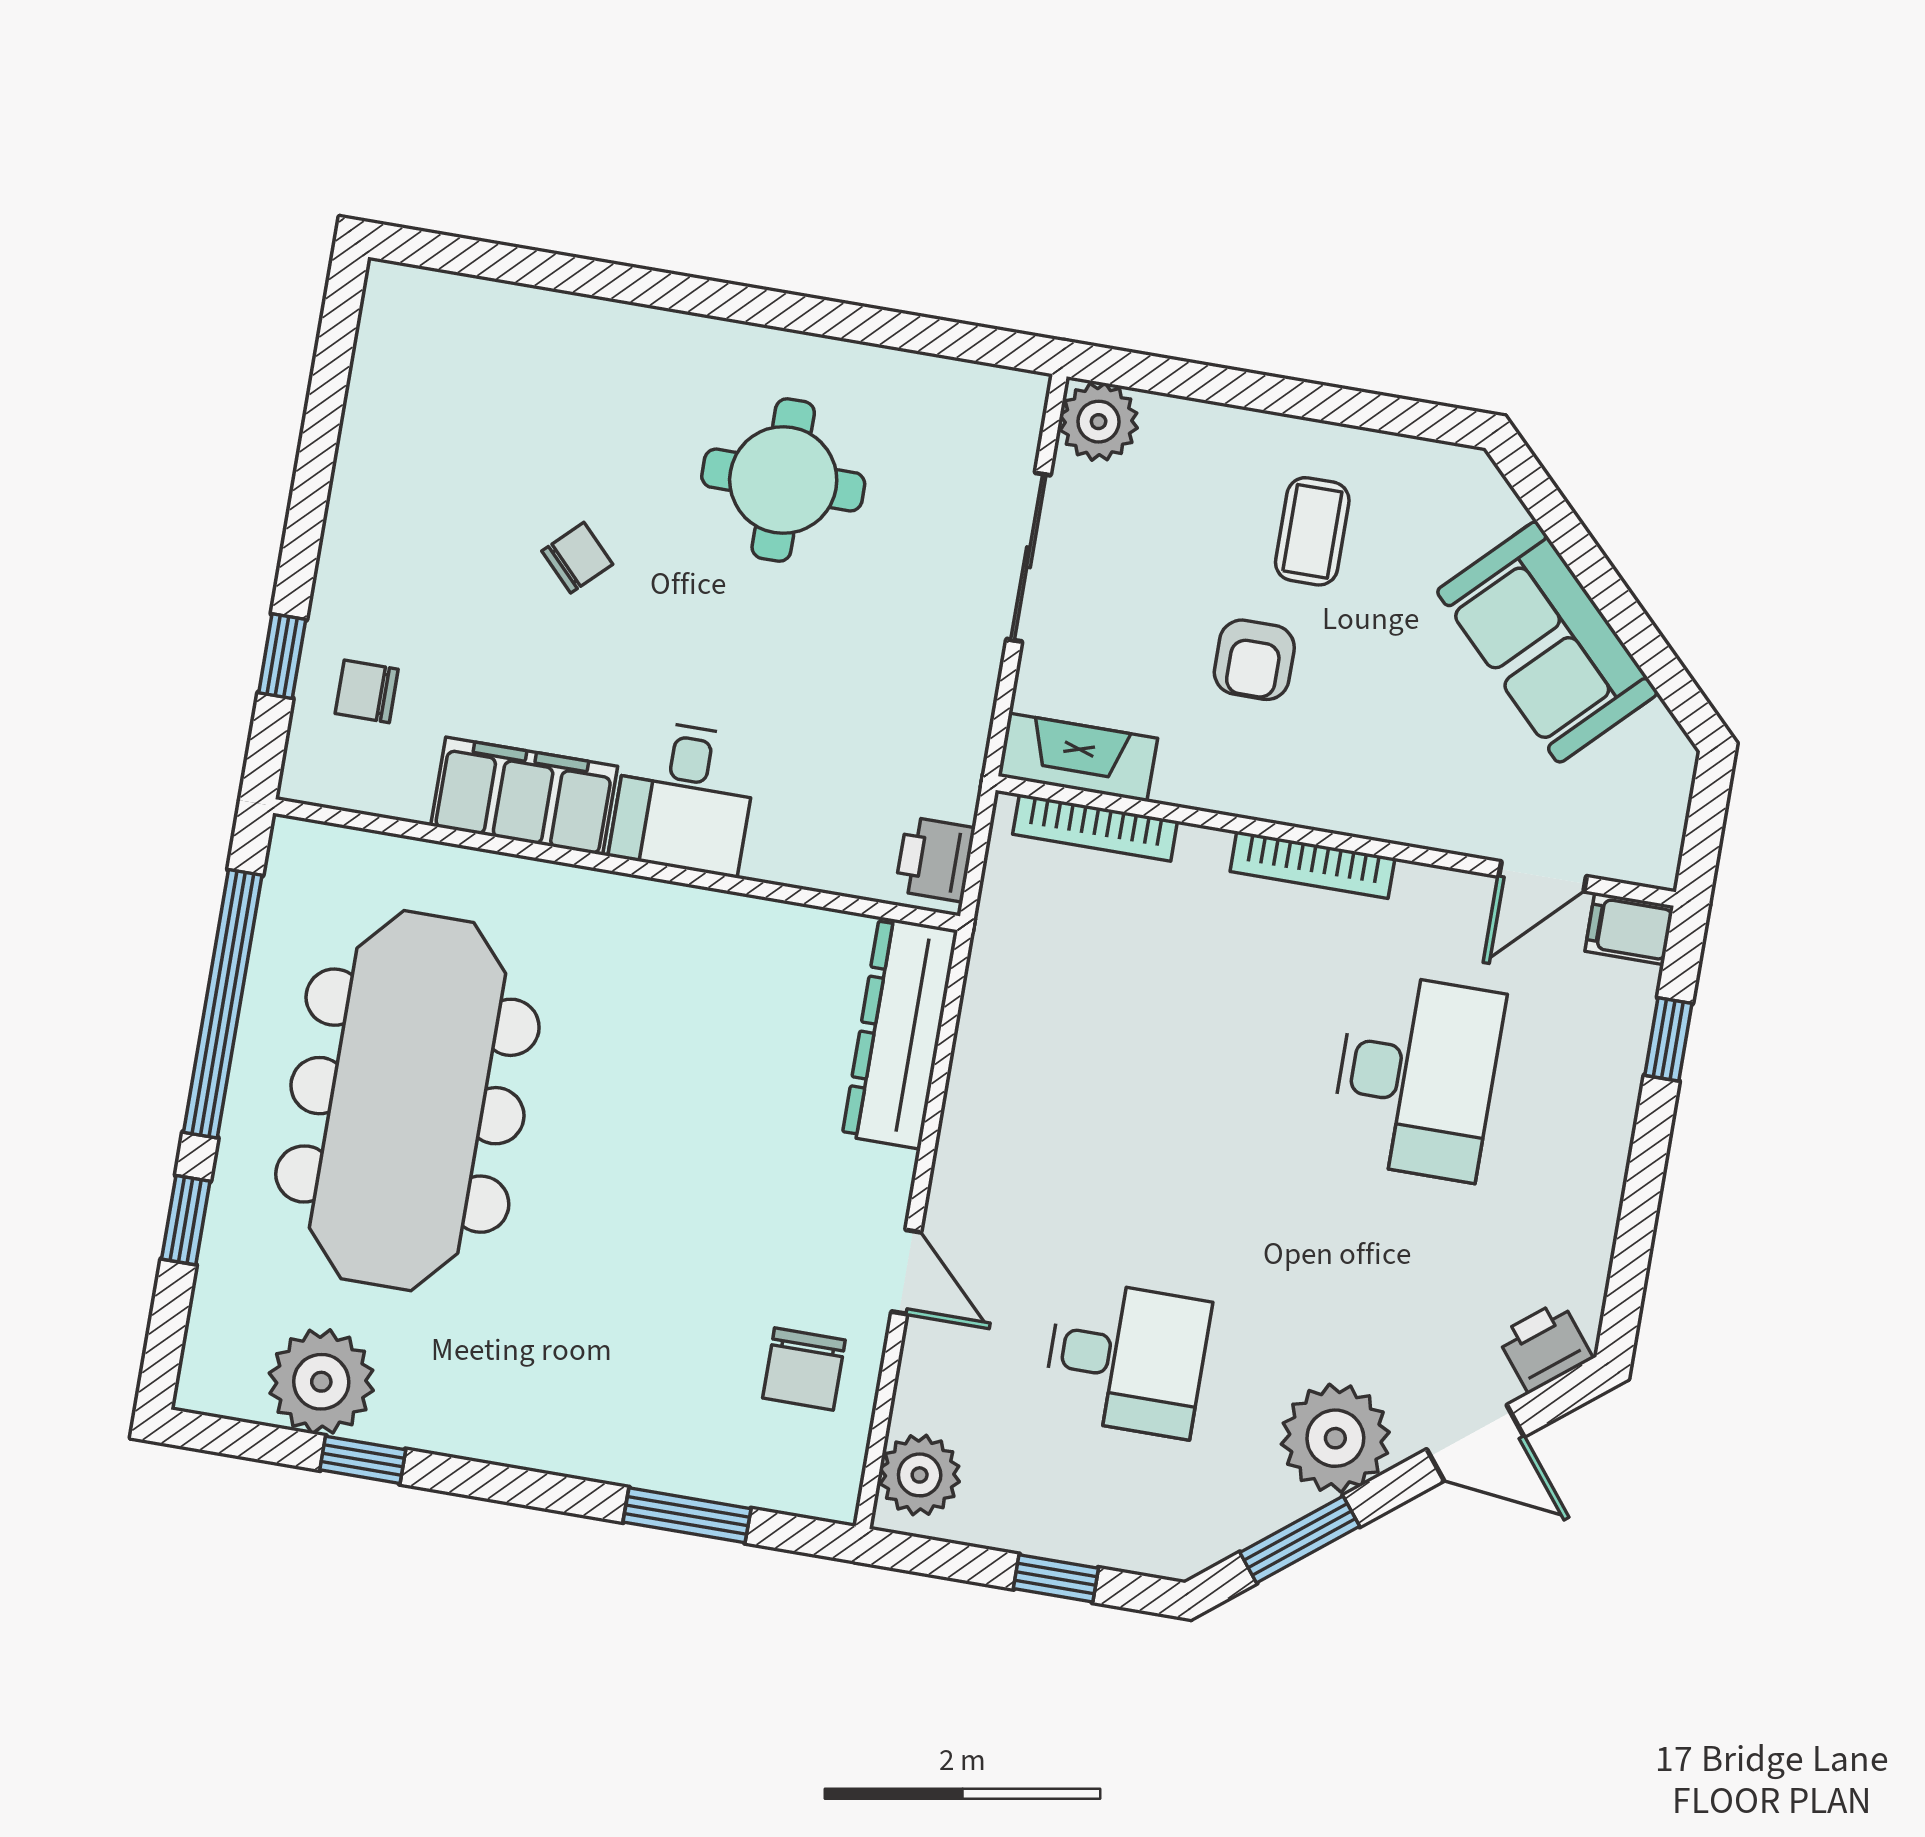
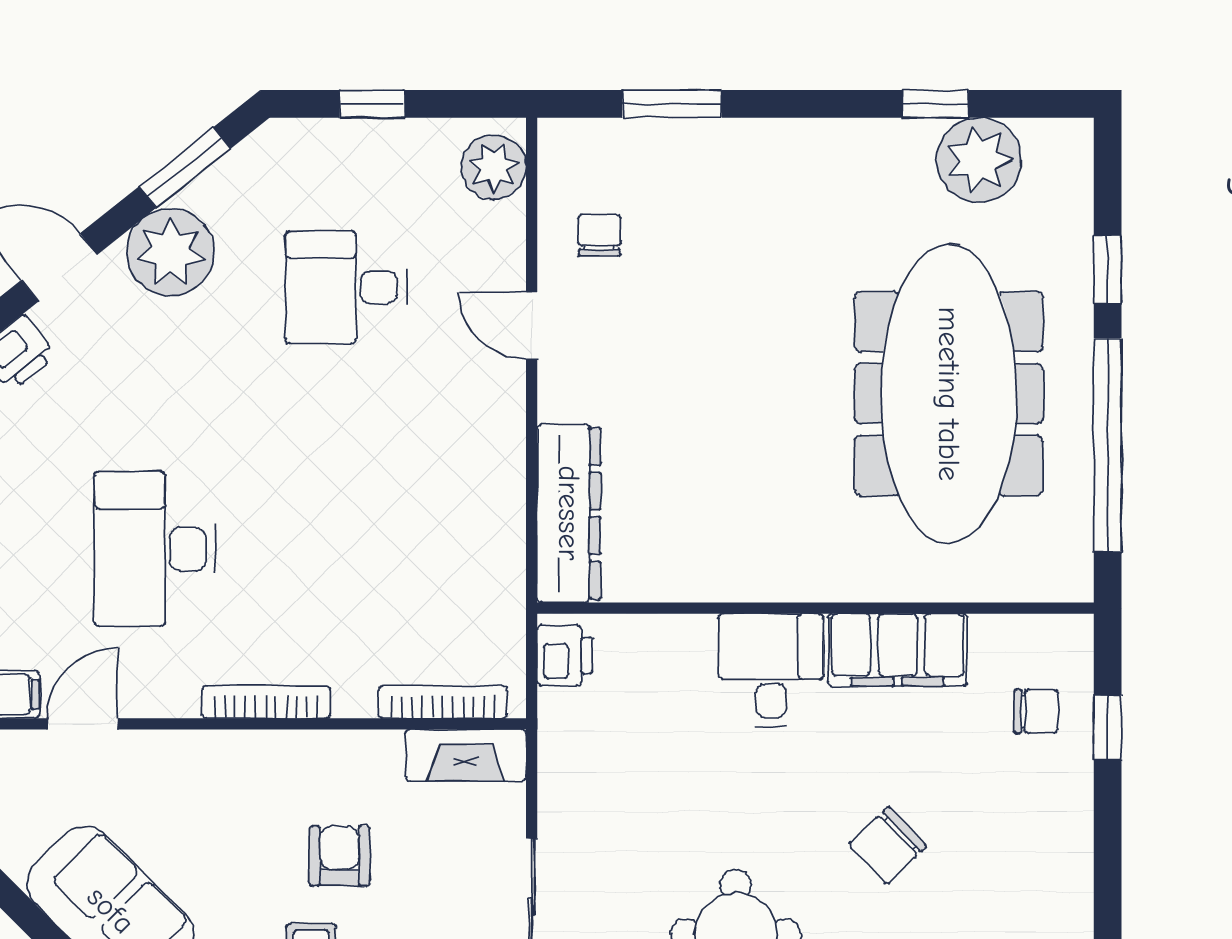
chair: (577, 558) -> (888, 845), width x1.37, depth x1.37
chair: (804, 1369) -> (599, 235), width x0.73, depth x0.73

